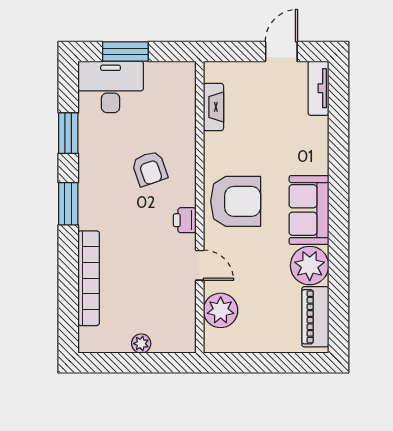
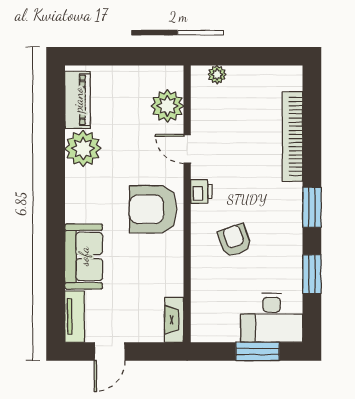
fireplace: (213, 107) -> (174, 320), moved
sofa: (309, 210) -> (84, 256), moved
plant: (141, 344) -> (217, 75), moved

